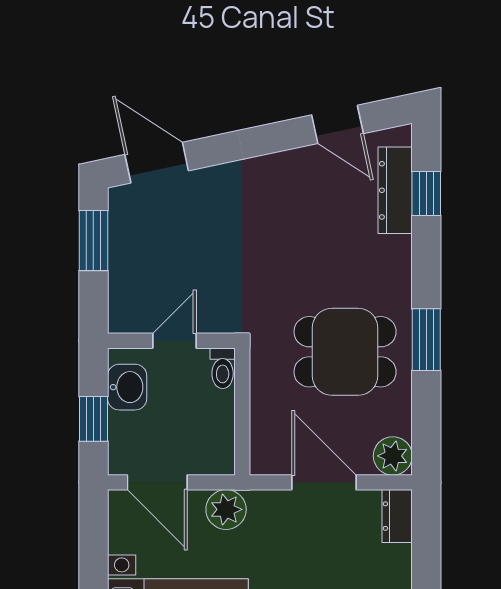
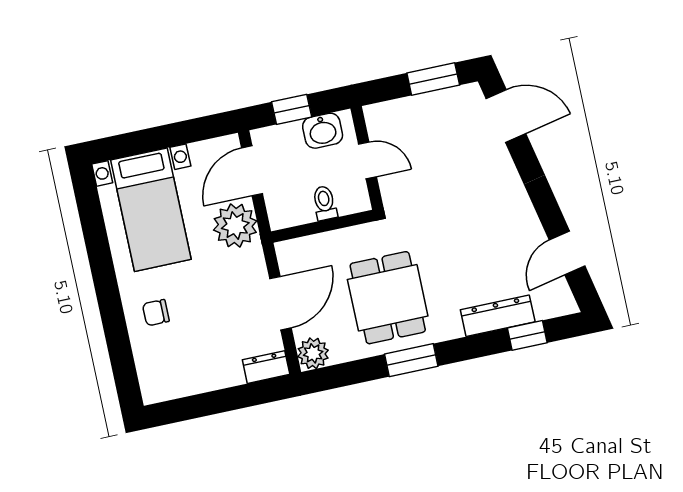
door: (157, 163) -> (506, 116), hinge flipped
dresser: (395, 190) -> (498, 316), moved
toilet: (223, 368) -> (325, 203), moved, turned 90
plant: (226, 509) -> (235, 226), width x1.36, depth x1.36

